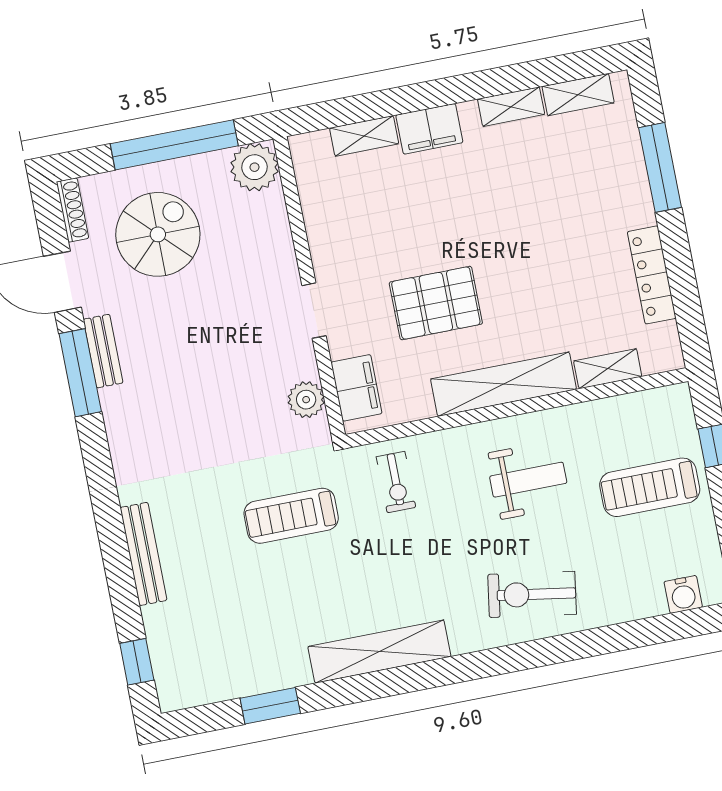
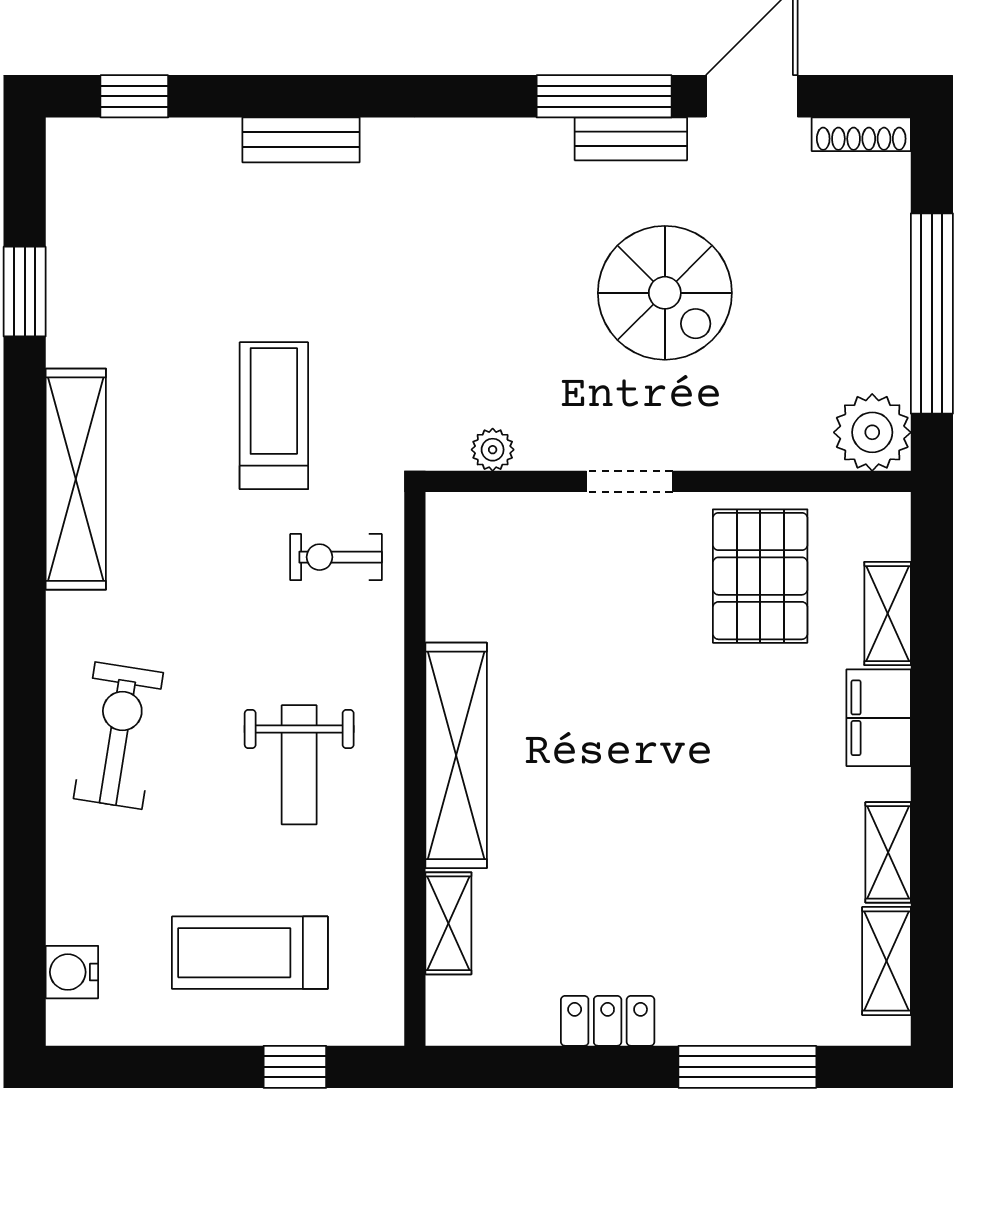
spiral stairs: (158, 234) -> (665, 293), moved
locker: (652, 275) -> (608, 1021), width x0.66
pallet: (436, 303) -> (760, 576), moved
filing cabinet: (356, 388) -> (496, 524), removed
plant: (306, 400) -> (493, 450), width x0.73, depth x0.73
treadmill: (650, 487) -> (250, 953), turned -90
treadmill: (291, 516) -> (274, 416), moved
bench: (144, 554) -> (301, 140), width x0.73

